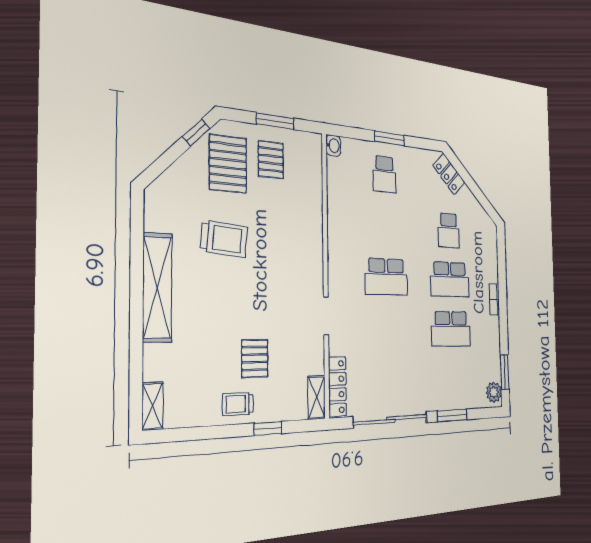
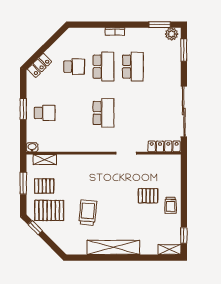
shelving: (317, 397) -> (45, 160), moved
window: (452, 415) -> (184, 50), moved
window: (268, 428) -> (184, 235), moved

